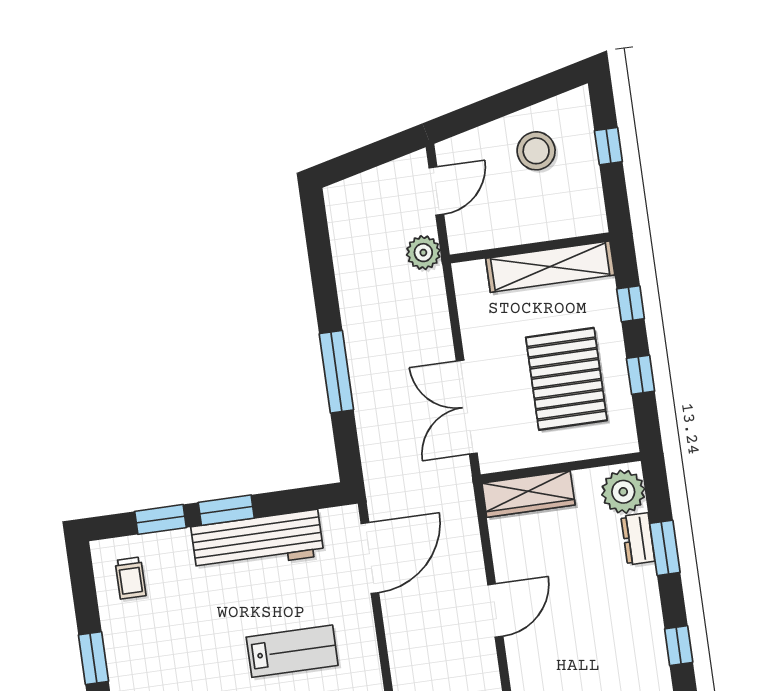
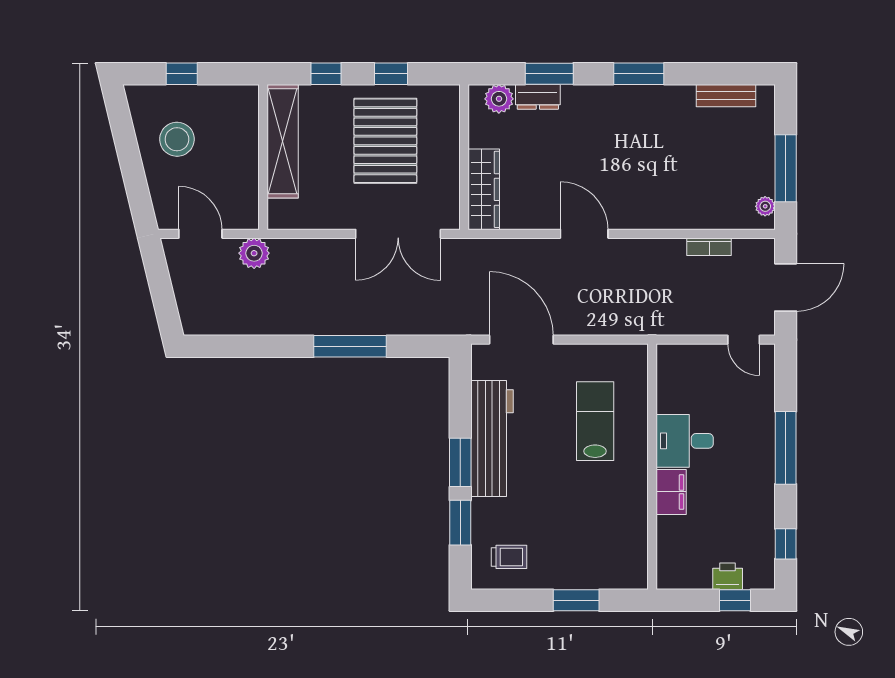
pallet: (566, 379) -> (385, 141), turned 90
plant: (623, 492) -> (499, 99), width x0.73, depth x0.73
window: (679, 646) -> (639, 74), width x1.50

